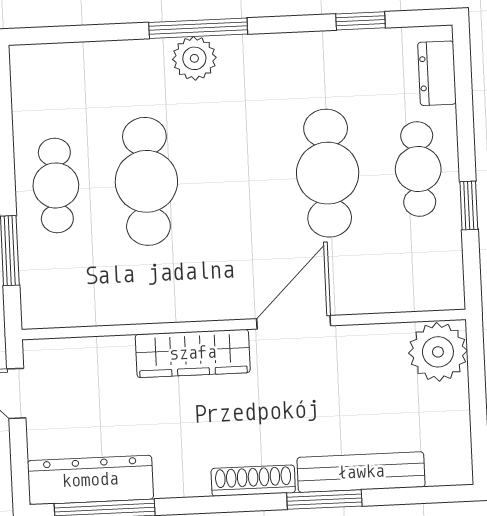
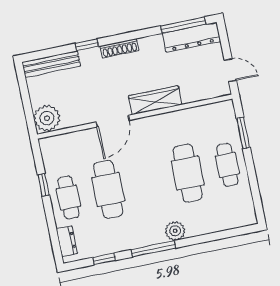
window: (198, 28) -> (153, 249), moved
bench: (361, 472) -> (51, 64), moved
window: (324, 500) -> (87, 45), width x0.67

